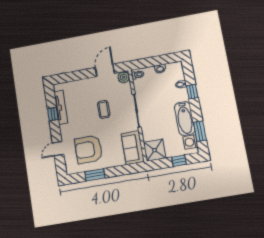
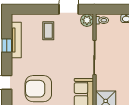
coffee table: (104, 109) -> (48, 31), moved

